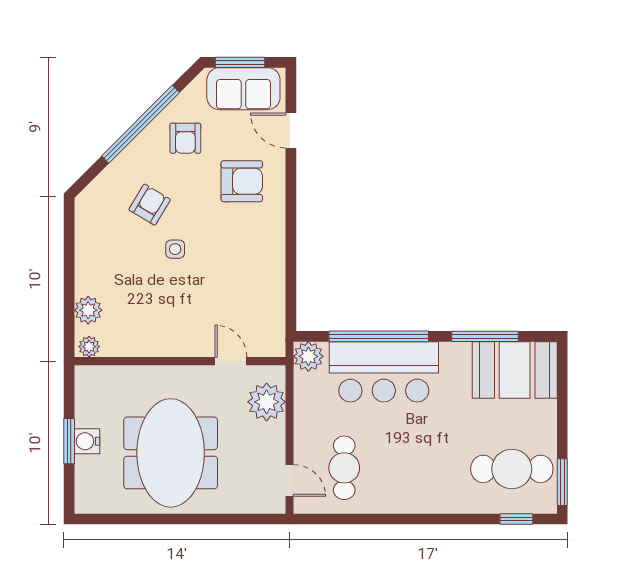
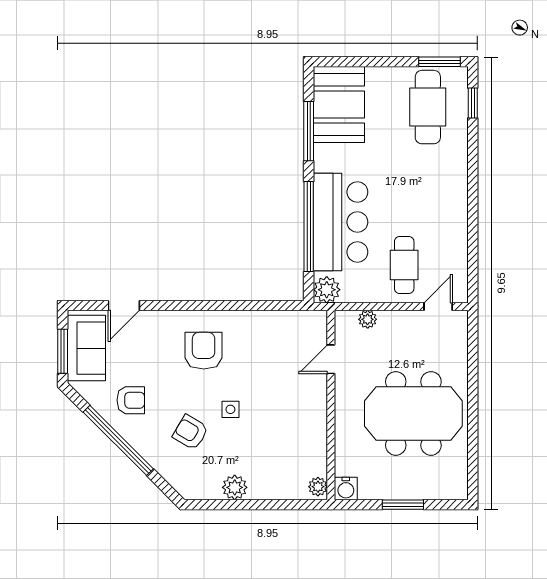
armchair: (242, 181) -> (204, 351), moved
plant: (88, 310) -> (235, 487), moved
plant: (267, 402) -> (368, 319), width x0.53, depth x0.53
water cooler: (87, 441) -> (346, 489), moved
cafe table: (344, 468) -> (404, 265), moved, turned 90

